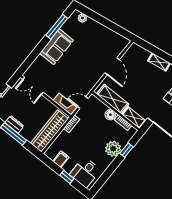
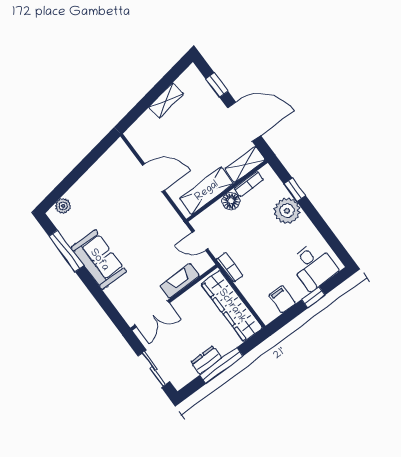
door: (83, 103) -> (200, 240), hinge flipped
fireplace: (65, 104) -> (180, 281), moved

